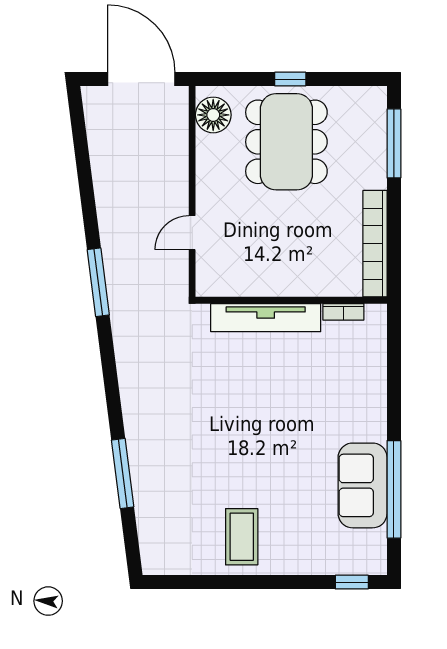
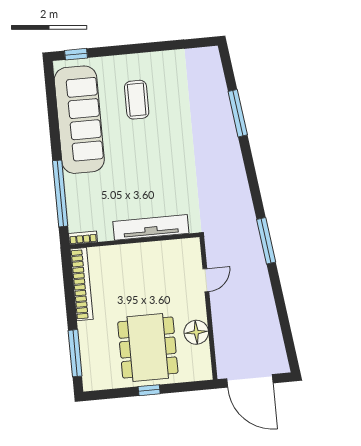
floor lamp: (213, 115) -> (196, 332), moved
bookcase: (343, 312) -> (83, 238), moved
sofa: (363, 485) -> (79, 120), width x1.85, depth x1.27
window: (394, 489) -> (60, 193), moved
coffee table: (242, 537) -> (137, 100), moved

